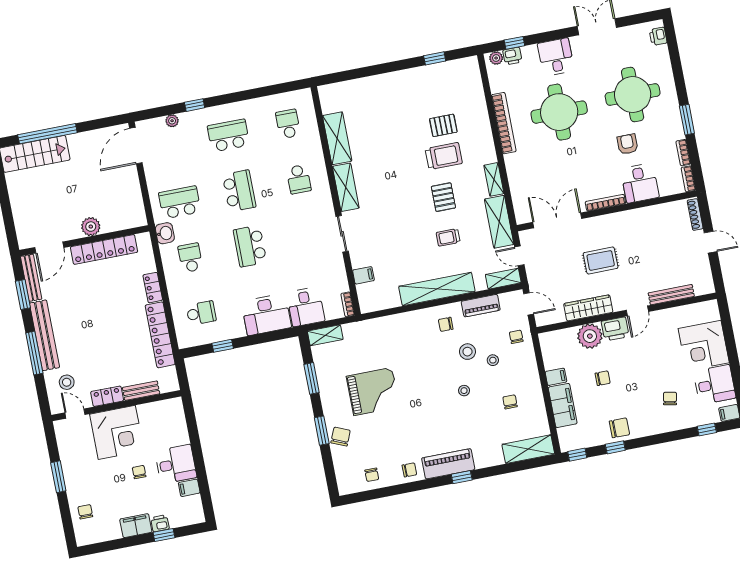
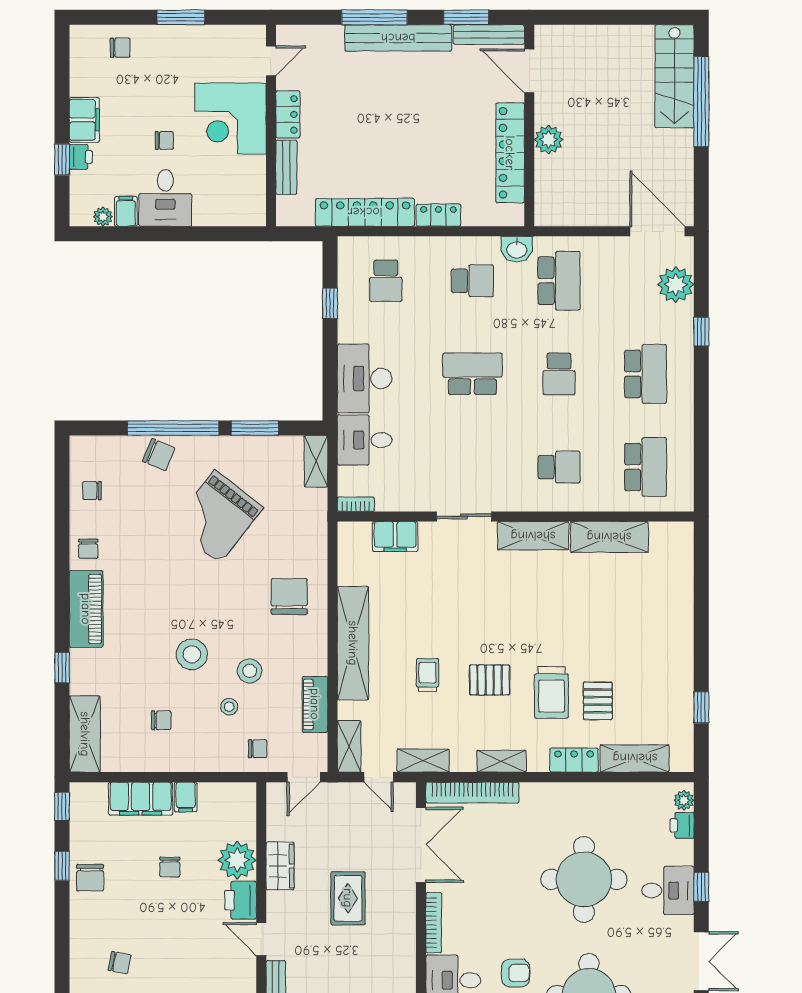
window: (514, 43) -> (701, 887), moved
shelving: (476, 95) -> (635, 758), added
plant: (172, 121) -> (676, 285), width x1.88, depth x1.88
bookcase: (504, 123) -> (472, 793), moved
school desk: (288, 124) -> (646, 467), width x1.85
locker: (484, 133) -> (574, 760), added
school desk: (299, 179) -> (559, 467), turned 180
school desk: (239, 191) -> (559, 374), width x0.54
shelving: (499, 222) -> (423, 761), width x0.67, depth x0.75
door: (519, 256) -> (379, 777), swing flipped
filing cabinet: (363, 275) -> (395, 536), width x2.00
wardrobe: (588, 308) -> (280, 866), width x0.67
chair: (446, 324) -> (289, 596), moved, width x1.87, depth x1.87
stool: (67, 382) -> (321, 58), removed
grand piano: (373, 391) -> (217, 517), turned 38
stool: (464, 391) -> (192, 654), width x1.89, depth x1.89
window: (322, 431) -> (173, 428), width x2.11
window: (462, 477) -> (62, 668), moved
plant: (195, 502) -> (103, 217), added

